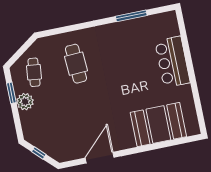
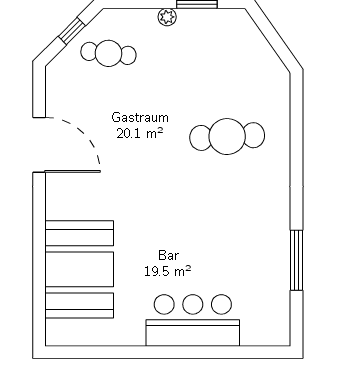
cafe table: (34, 72) -> (108, 53), moved
plant: (25, 102) -> (167, 17), width x0.53, depth x0.53

